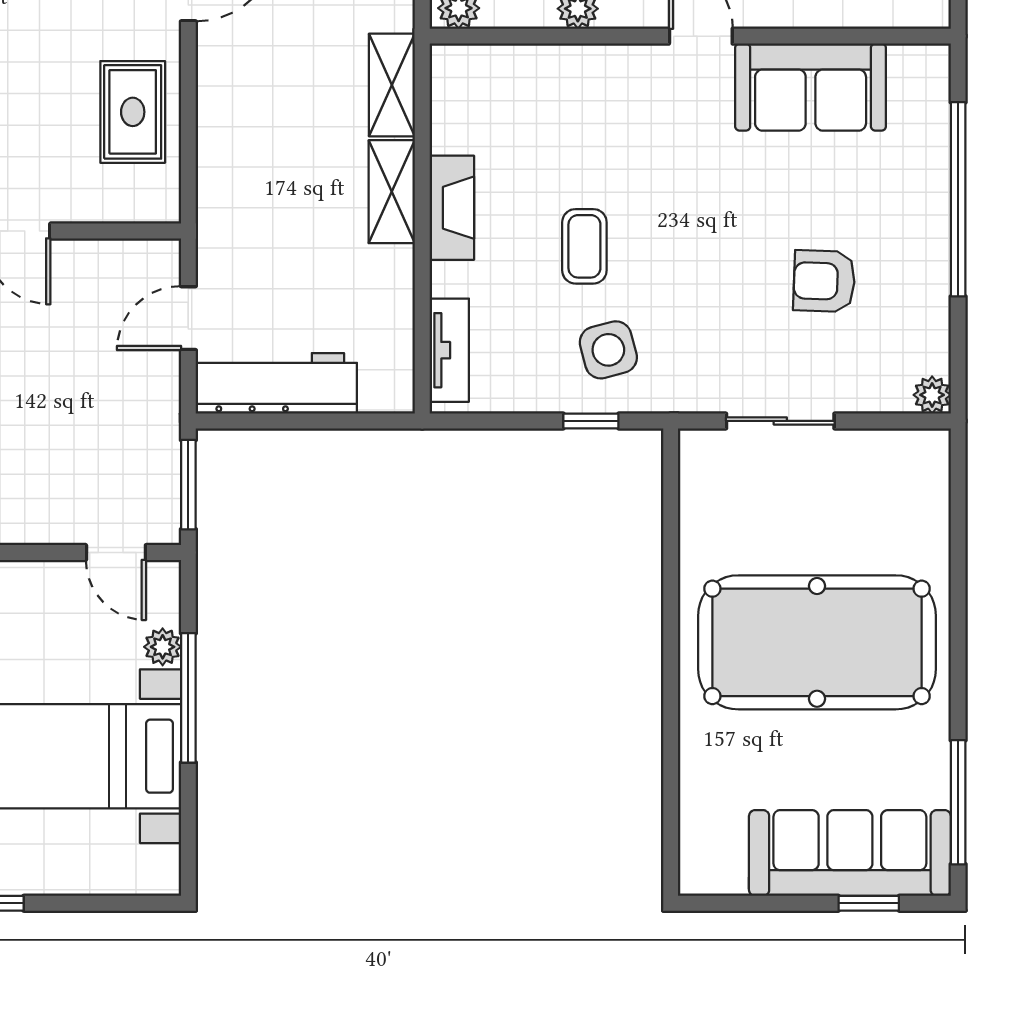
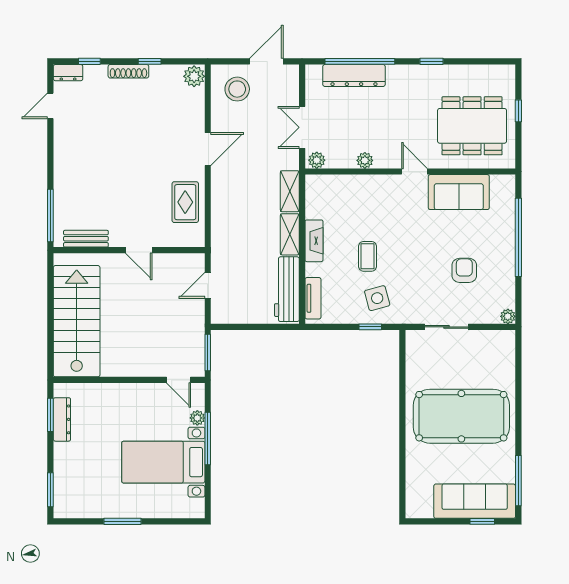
armchair: (824, 281) -> (464, 270), turned 88
workbench: (276, 383) -> (287, 289), moved, turned -90

